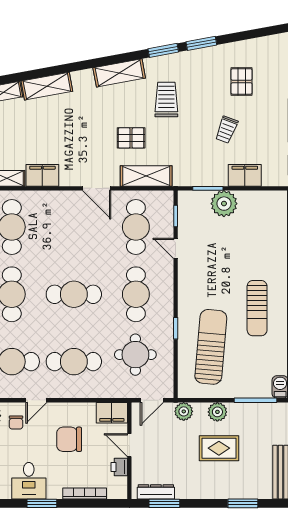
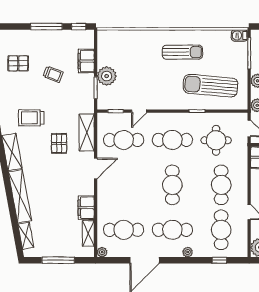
shelving: (47, 86) -> (20, 196), width x1.47

